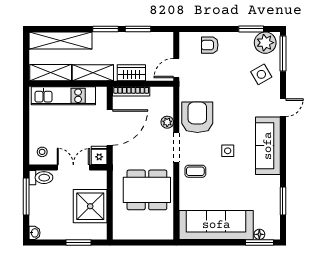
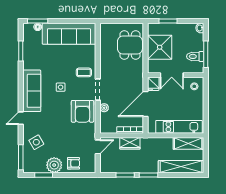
plant: (265, 43) -> (54, 165), moved
shelving: (93, 73) -> (158, 143), removed
toilet: (41, 178) -> (195, 56), moved
dining table: (147, 190) -> (130, 45), moved, width x0.73

